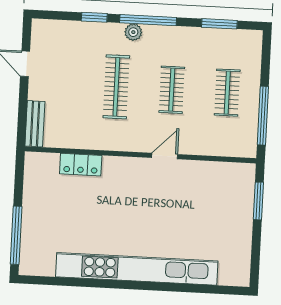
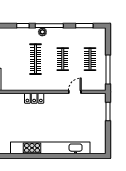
door: (165, 156) -> (75, 92), moved
locker: (81, 165) -> (34, 98), moved

